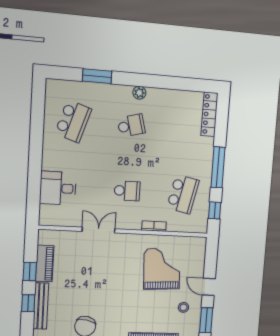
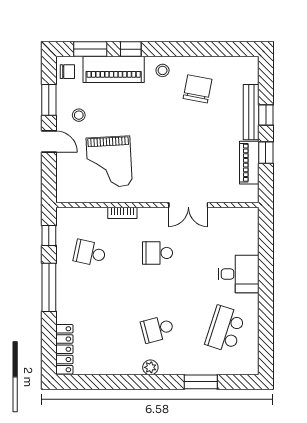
desk: (58, 188) -> (239, 274), moved
school desk: (183, 194) -> (90, 253), width x0.54

